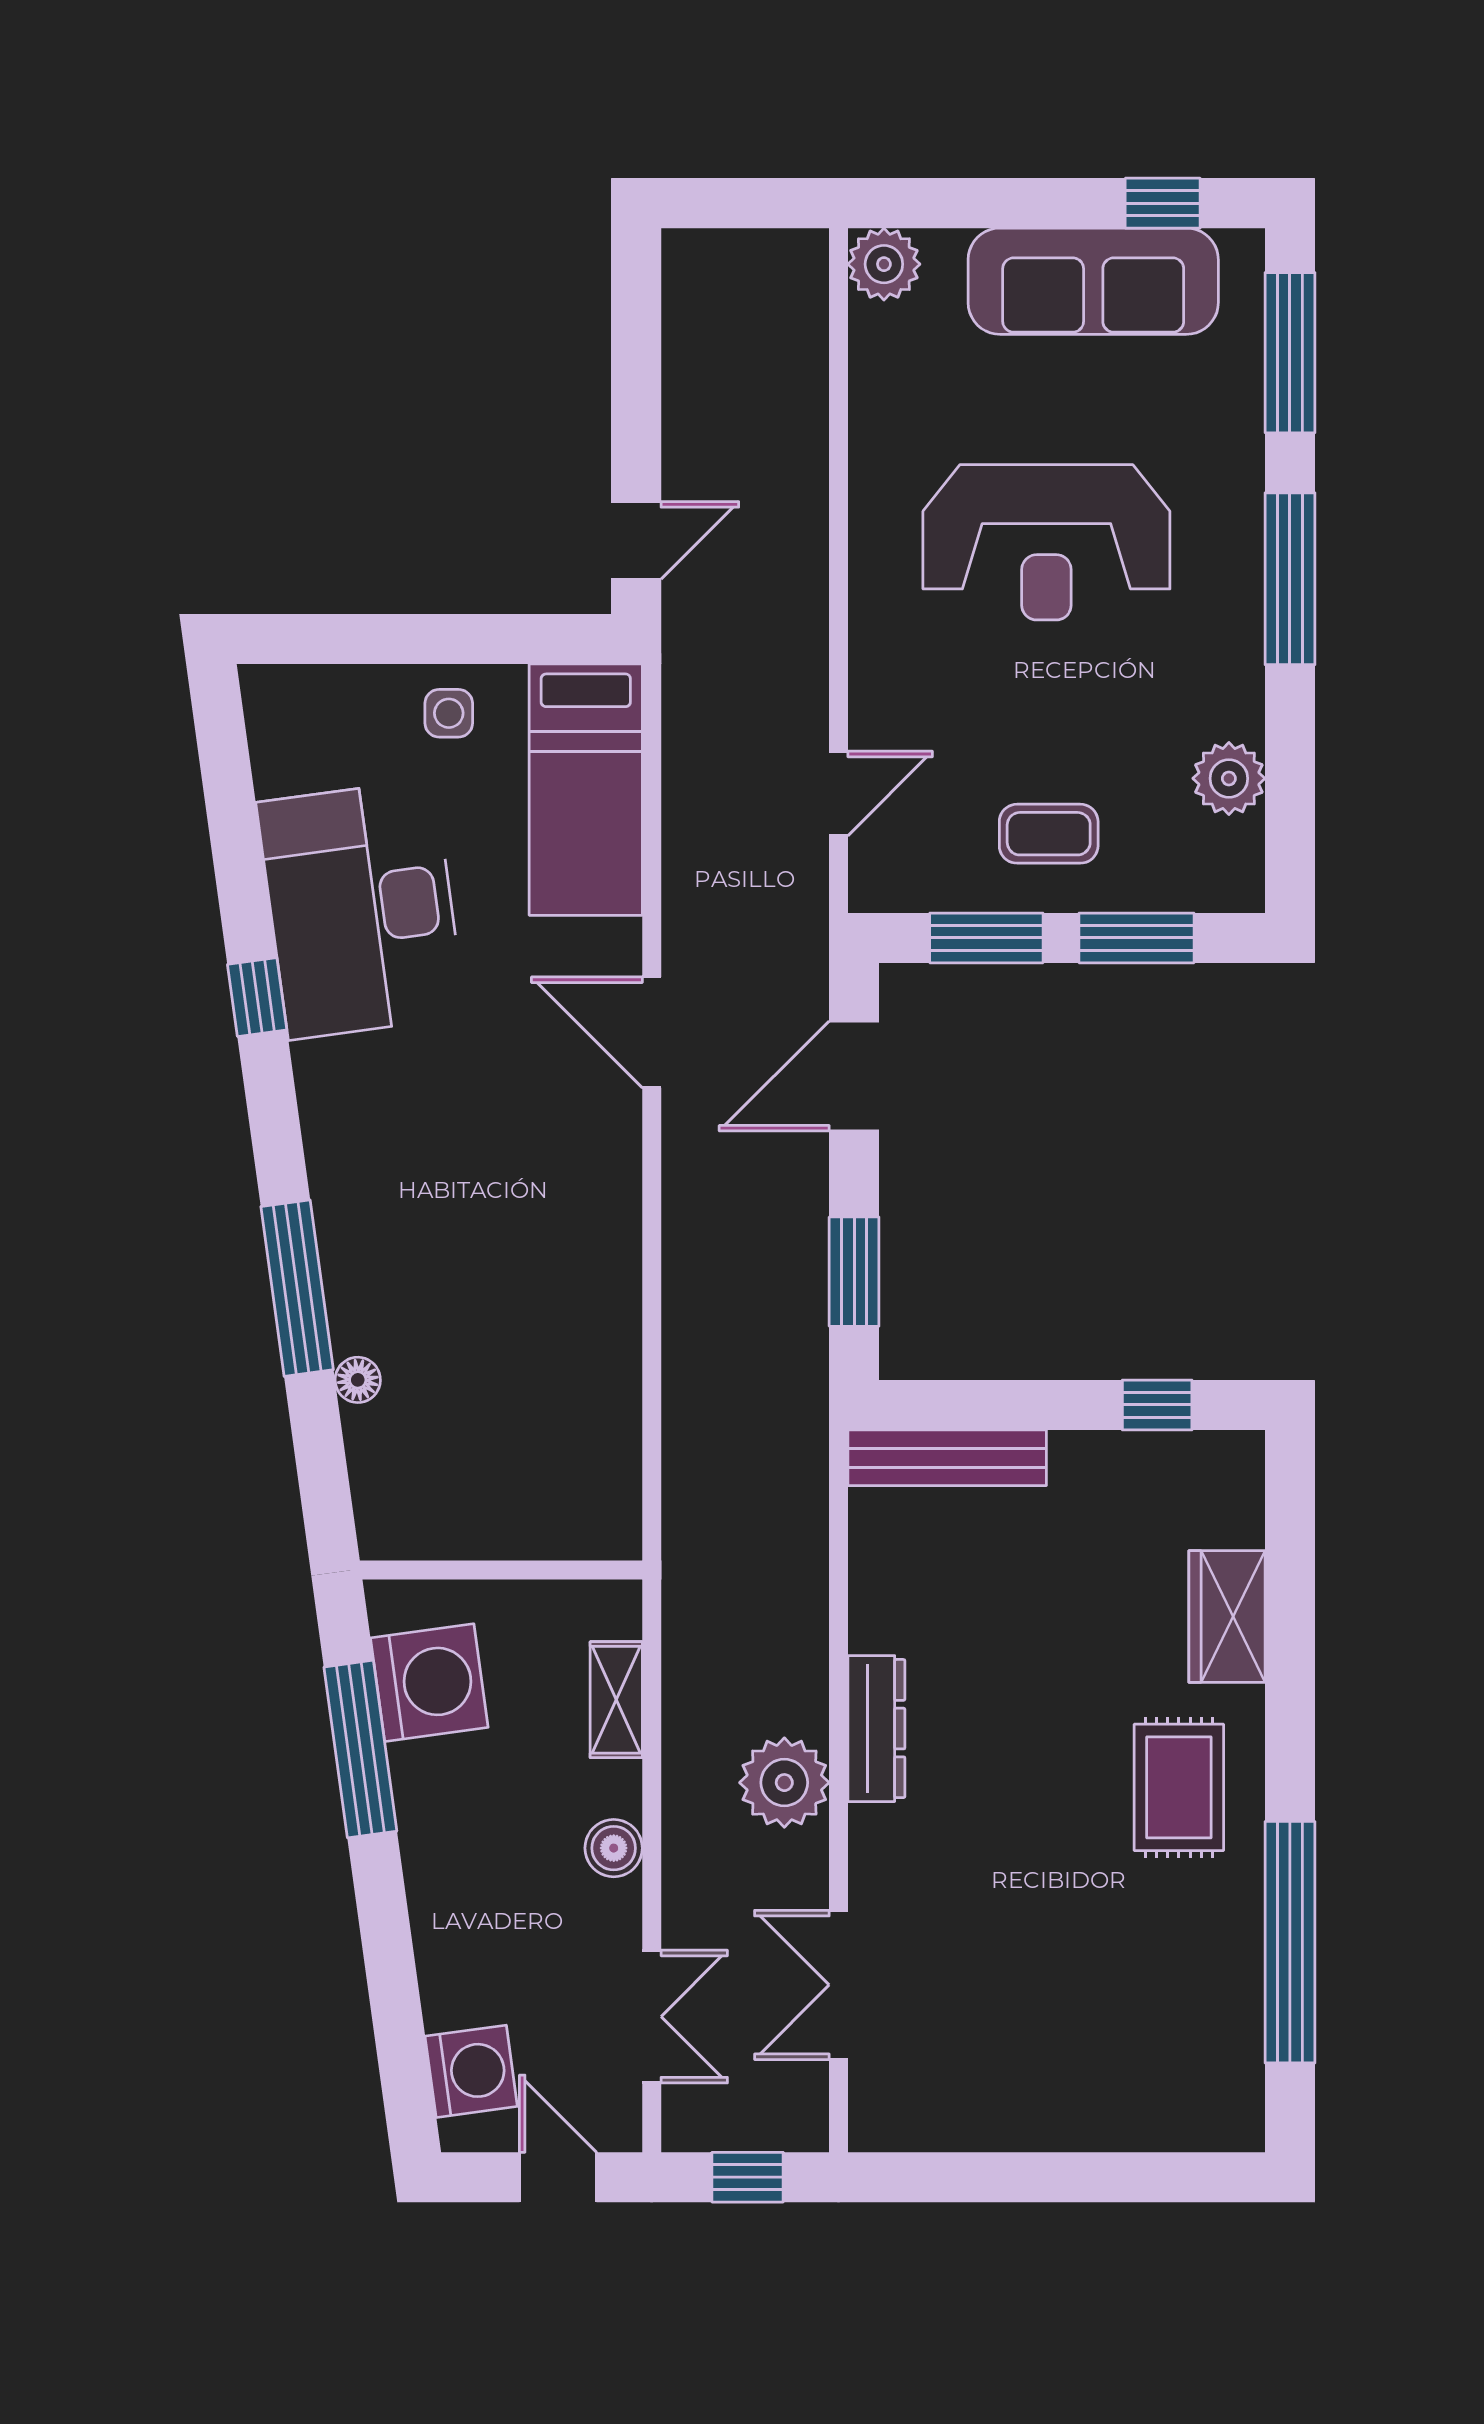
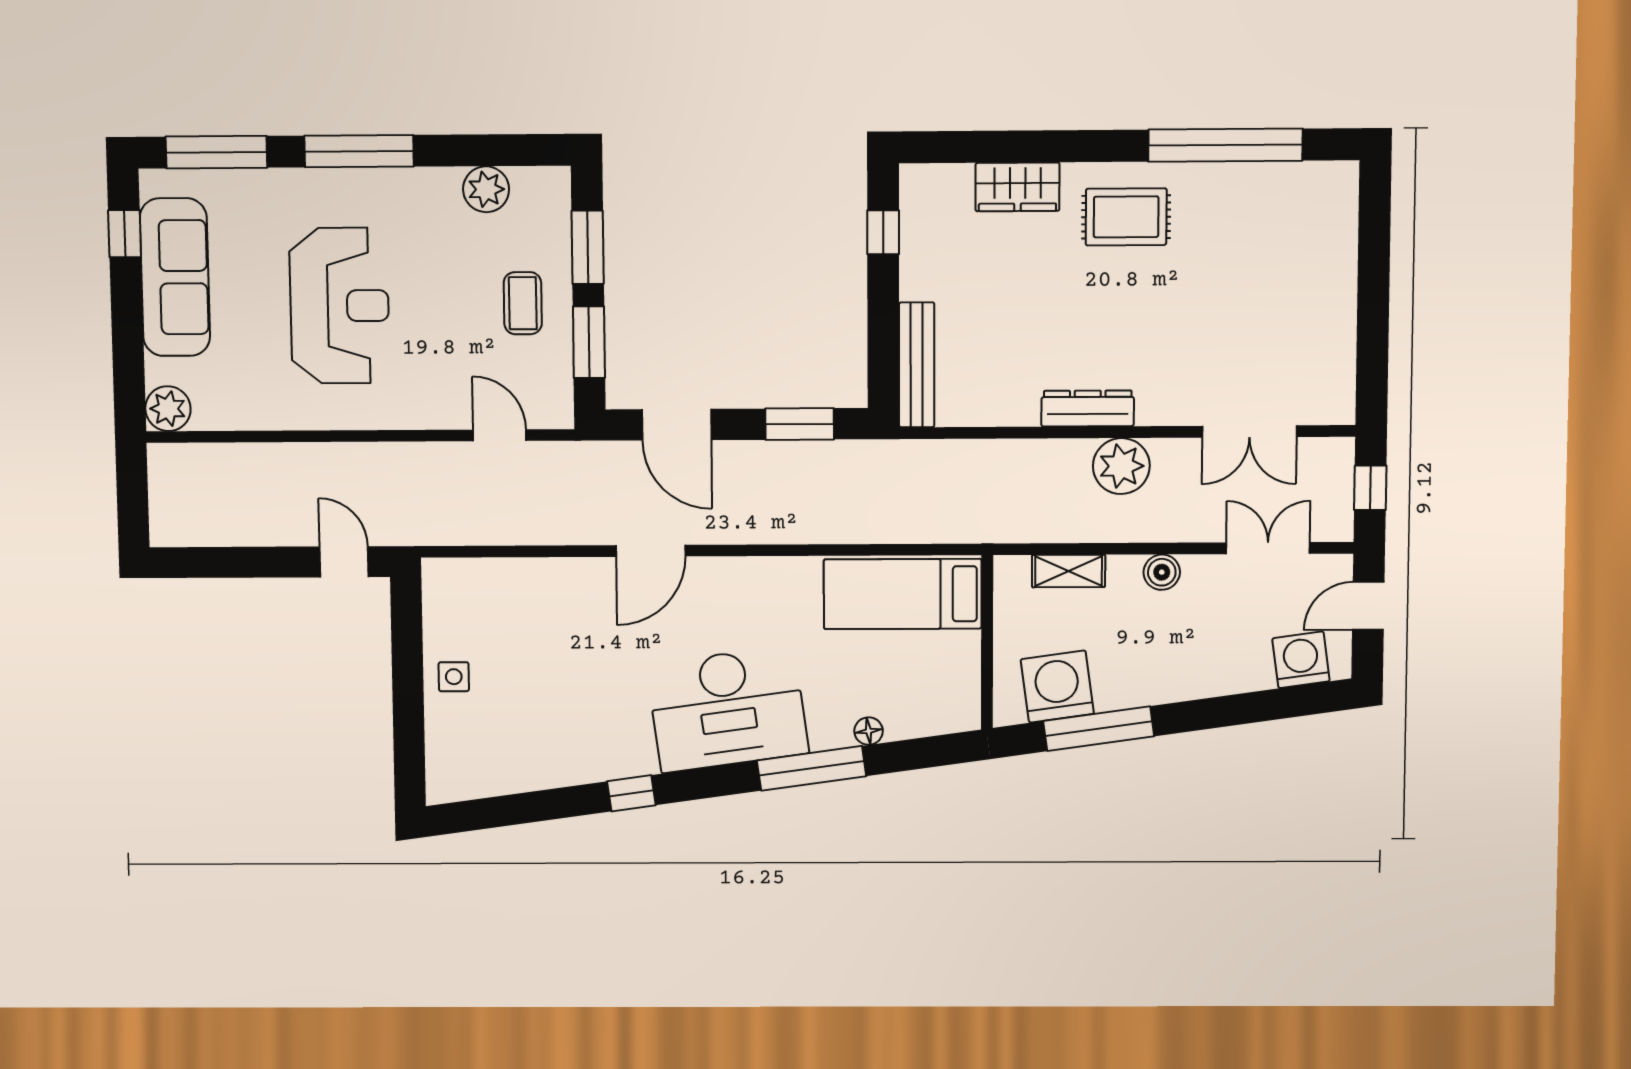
bed: (586, 790) -> (903, 594), moved, turned 180
desk: (361, 909) -> (727, 709), moved

